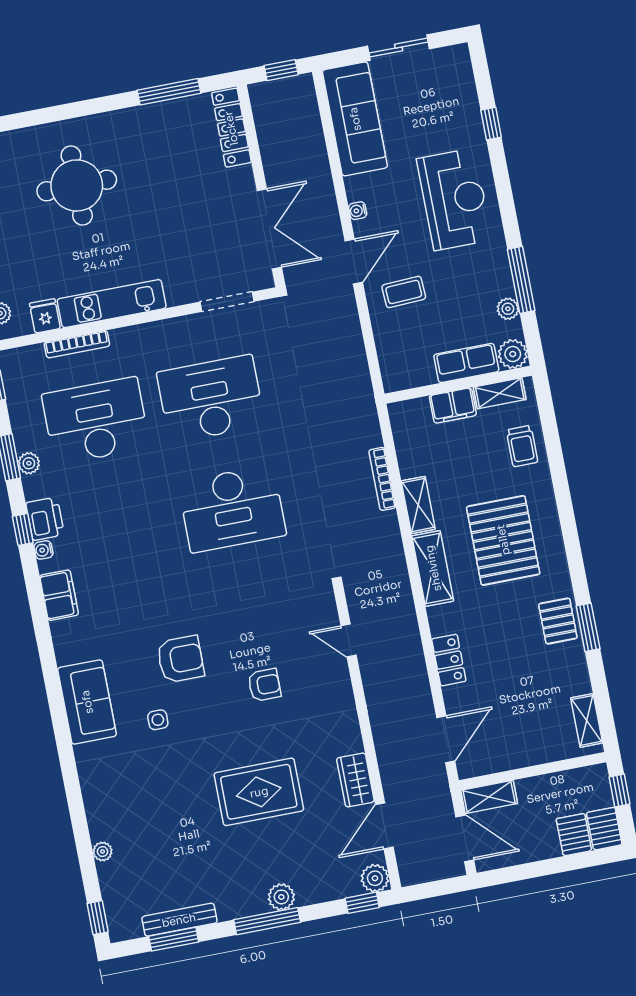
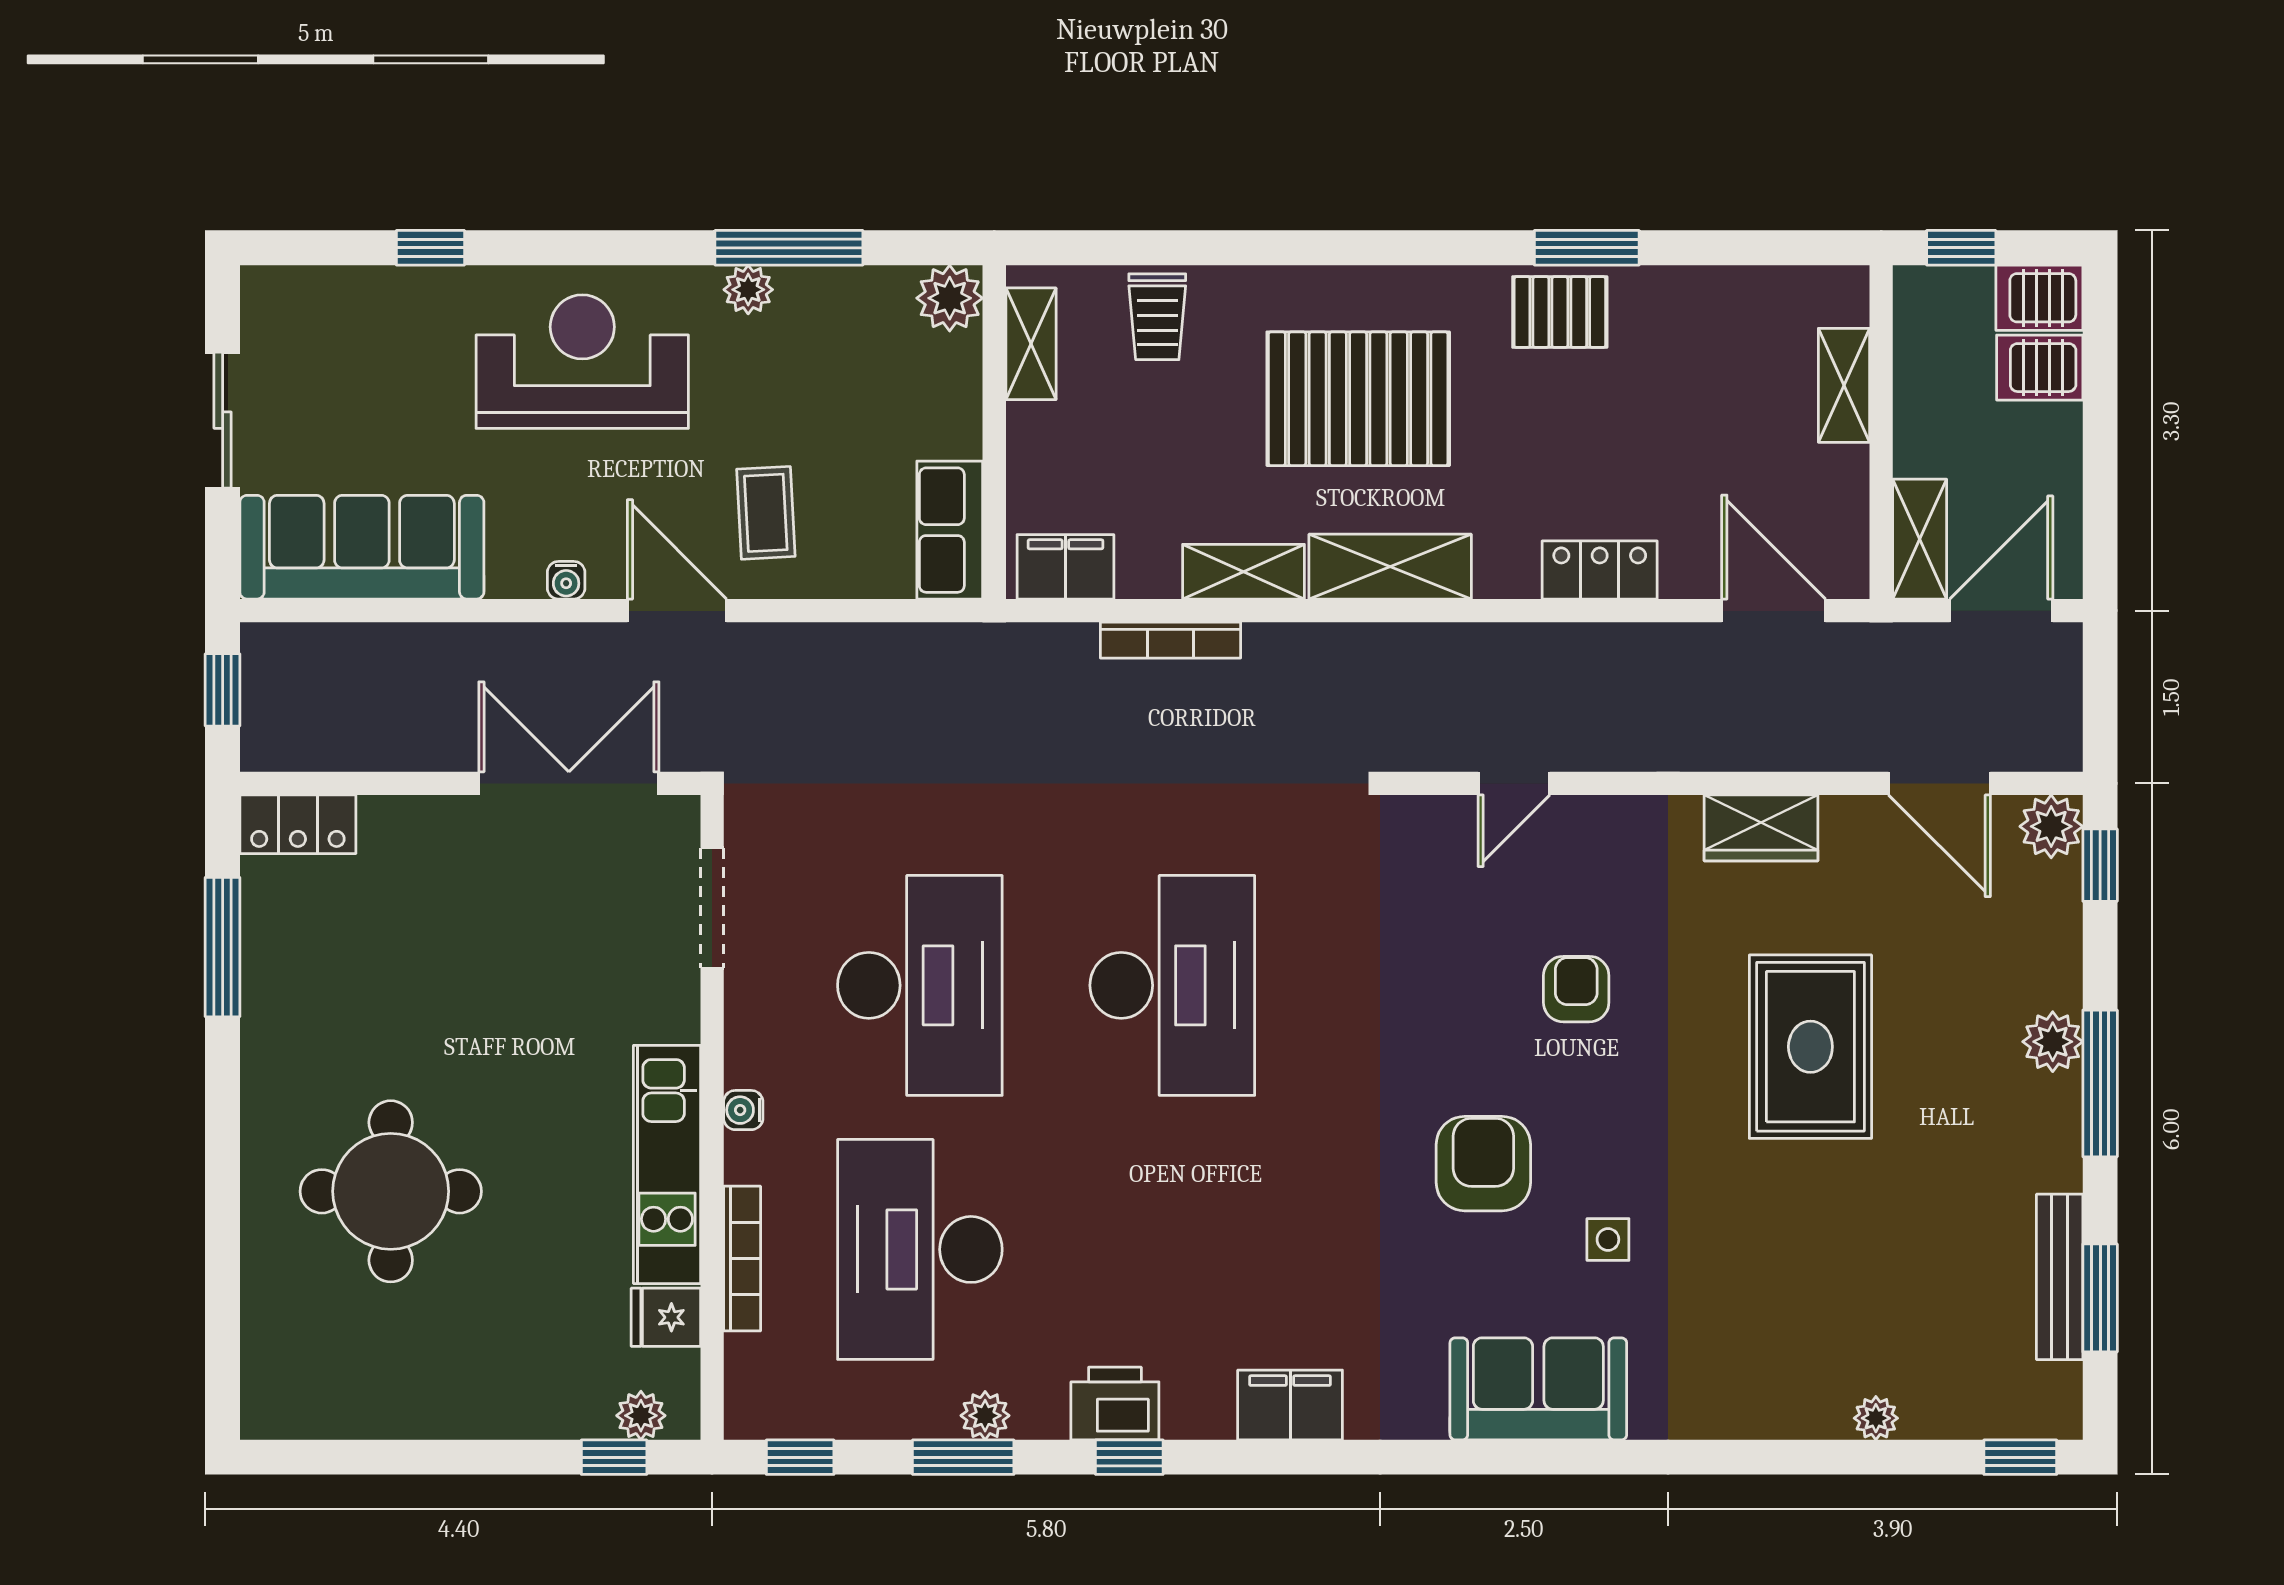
locker: (231, 128) -> (298, 824), width x0.66
plant: (508, 309) -> (748, 290), moved
row of seats: (466, 363) -> (950, 530), moved
desk: (211, 399) -> (920, 985), turned 180
filing cabinet: (453, 406) -> (1065, 567), moved, turned -90
trolley: (522, 446) -> (1157, 317), turned 90
water cooler: (43, 550) -> (743, 1110), moved, turned 90
shelving: (587, 720) -> (1844, 385), moved, turned 90
wardrobe: (355, 780) -> (1761, 828), moved

